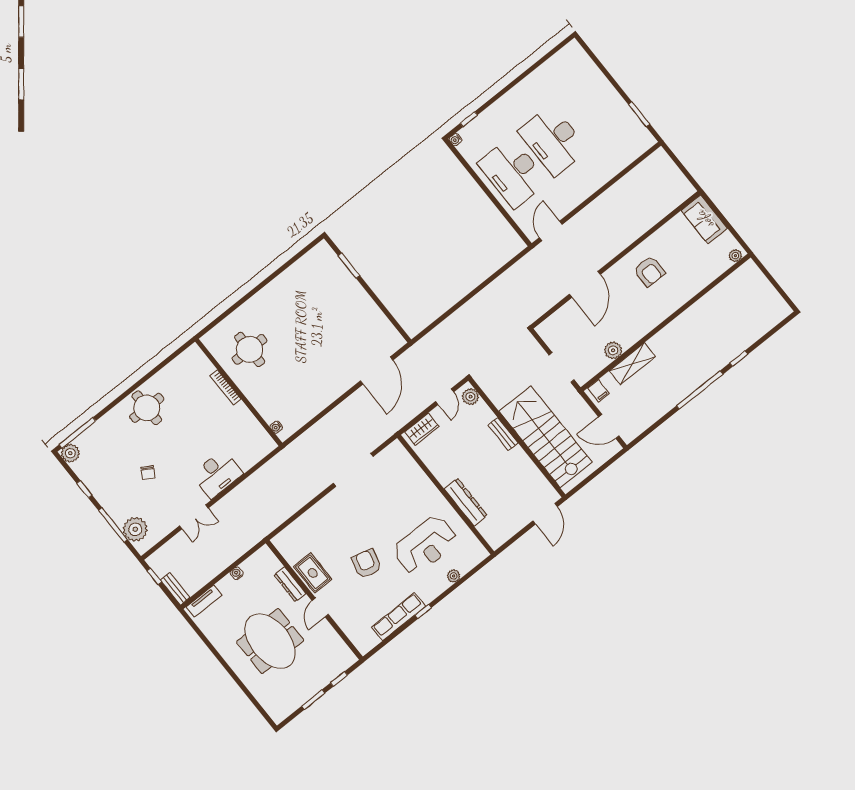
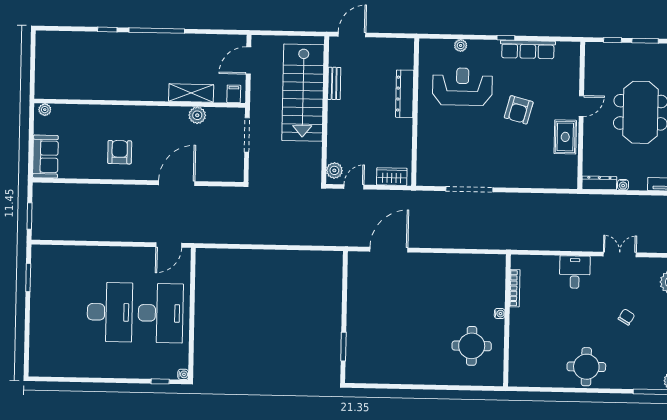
window: (678, 163) -> (29, 216), added
bookcase: (225, 387) -> (515, 288), moved
door: (609, 426) -> (249, 61), swing flipped
water cooler: (276, 427) -> (500, 314), moved
bench: (503, 434) -> (334, 83), moved
desk: (217, 474) -> (575, 272), width x0.73
dresser: (290, 584) -> (599, 183), moved, turned -90

